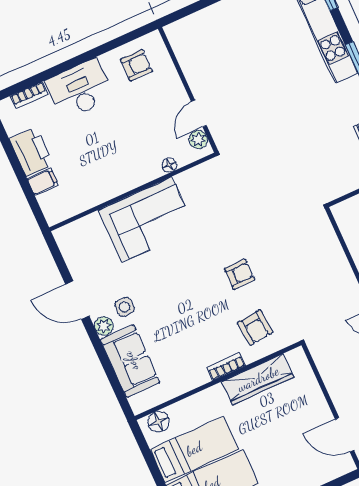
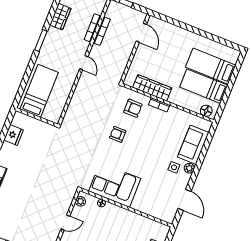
door: (199, 114) -> (65, 223), moved
corner sofa: (147, 219) -> (115, 185), moved
door: (77, 300) -> (184, 200), moved
armchair: (255, 328) -> (133, 108), turned 96

